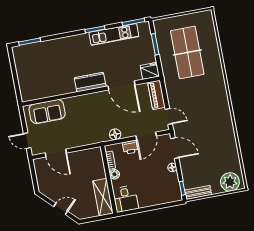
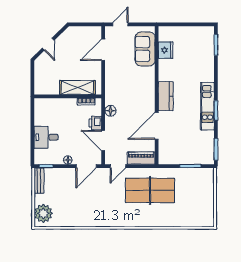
kitchen unit: (114, 34) -> (207, 106), moved
table tennis table: (187, 52) -> (150, 190), moved
fridge: (150, 71) -> (166, 50), moved
plant: (115, 174) -> (72, 103), removed
shelving: (103, 197) -> (77, 87), moved
desk: (126, 199) -> (46, 137), moved

